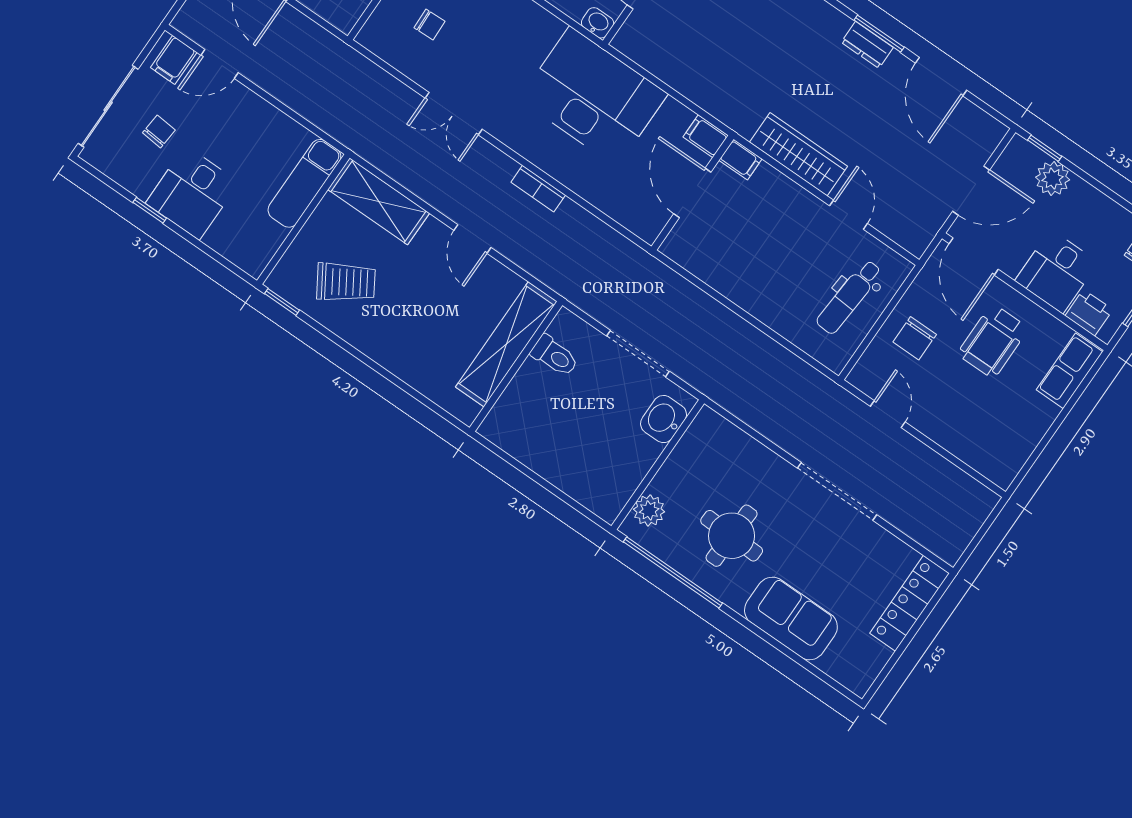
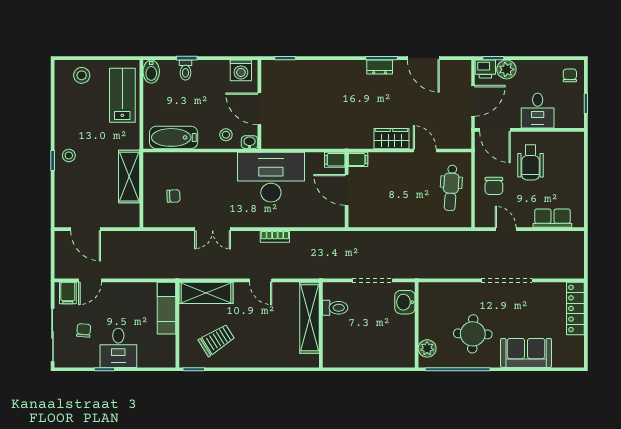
wardrobe: (799, 154) -> (391, 139), width x0.67
printer: (1089, 313) -> (485, 69), moved, turned 180
row of seats: (1070, 371) -> (552, 218), moved, turned 90

